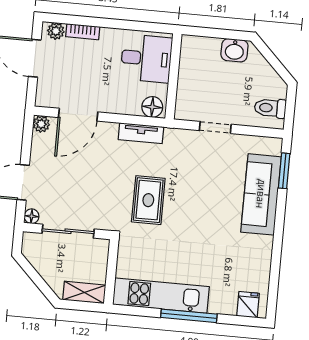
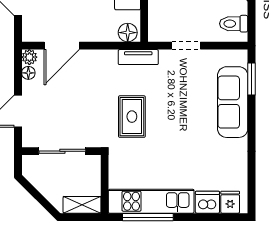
tv unit: (141, 133) -> (138, 57), moved
floor lamp: (32, 216) -> (28, 73), moved
dishwasher: (223, 302) -> (207, 202), added
window: (189, 316) -> (148, 217), moved

